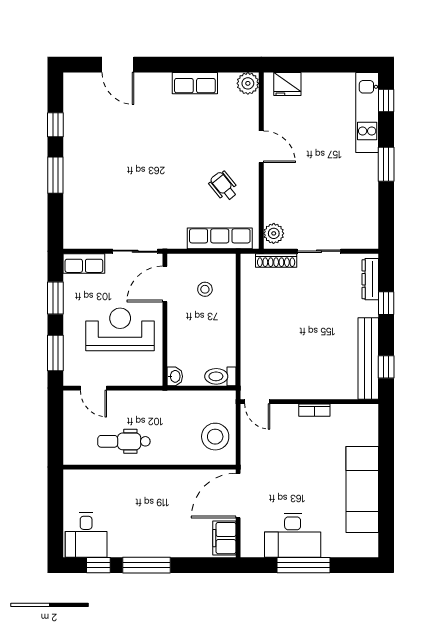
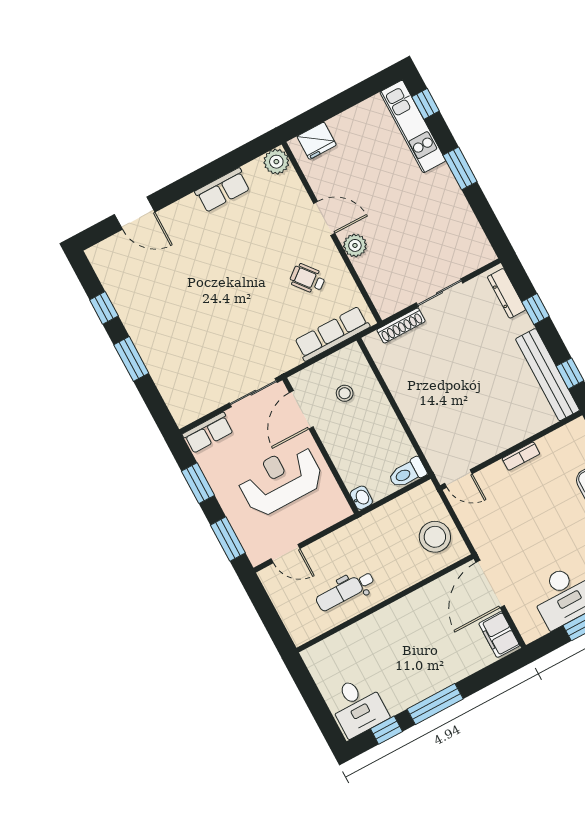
plant: (274, 233) -> (355, 245), moved

